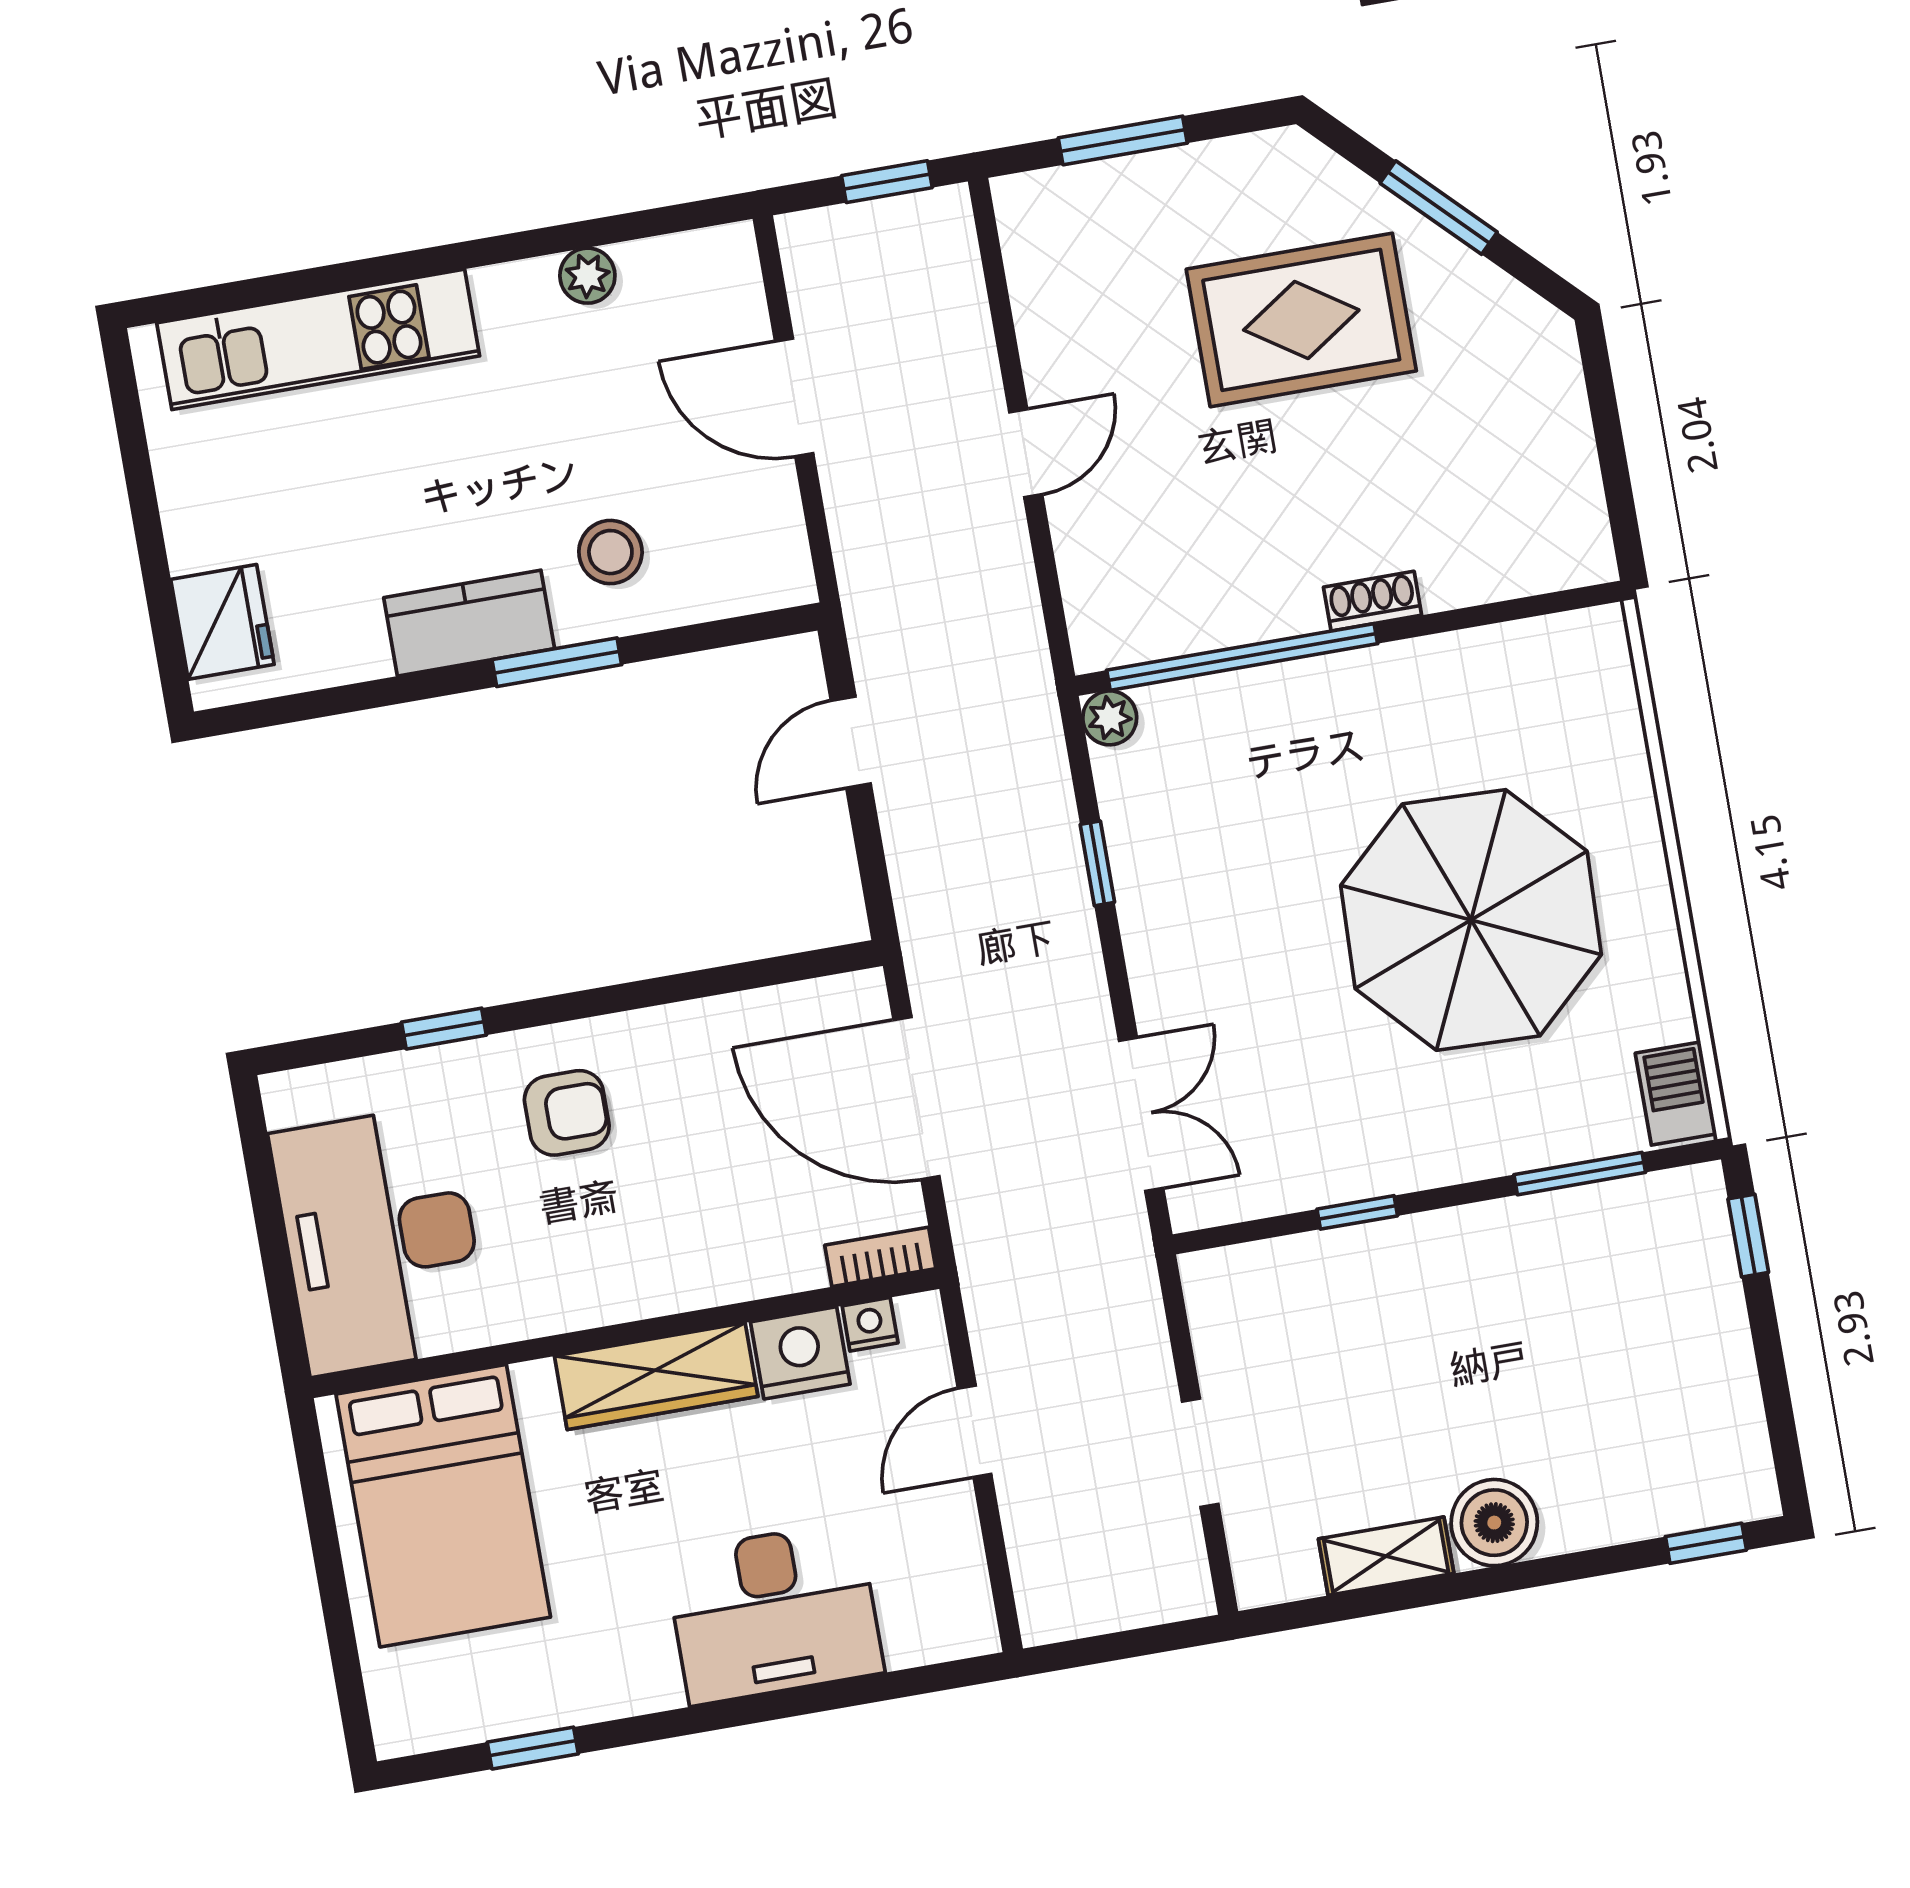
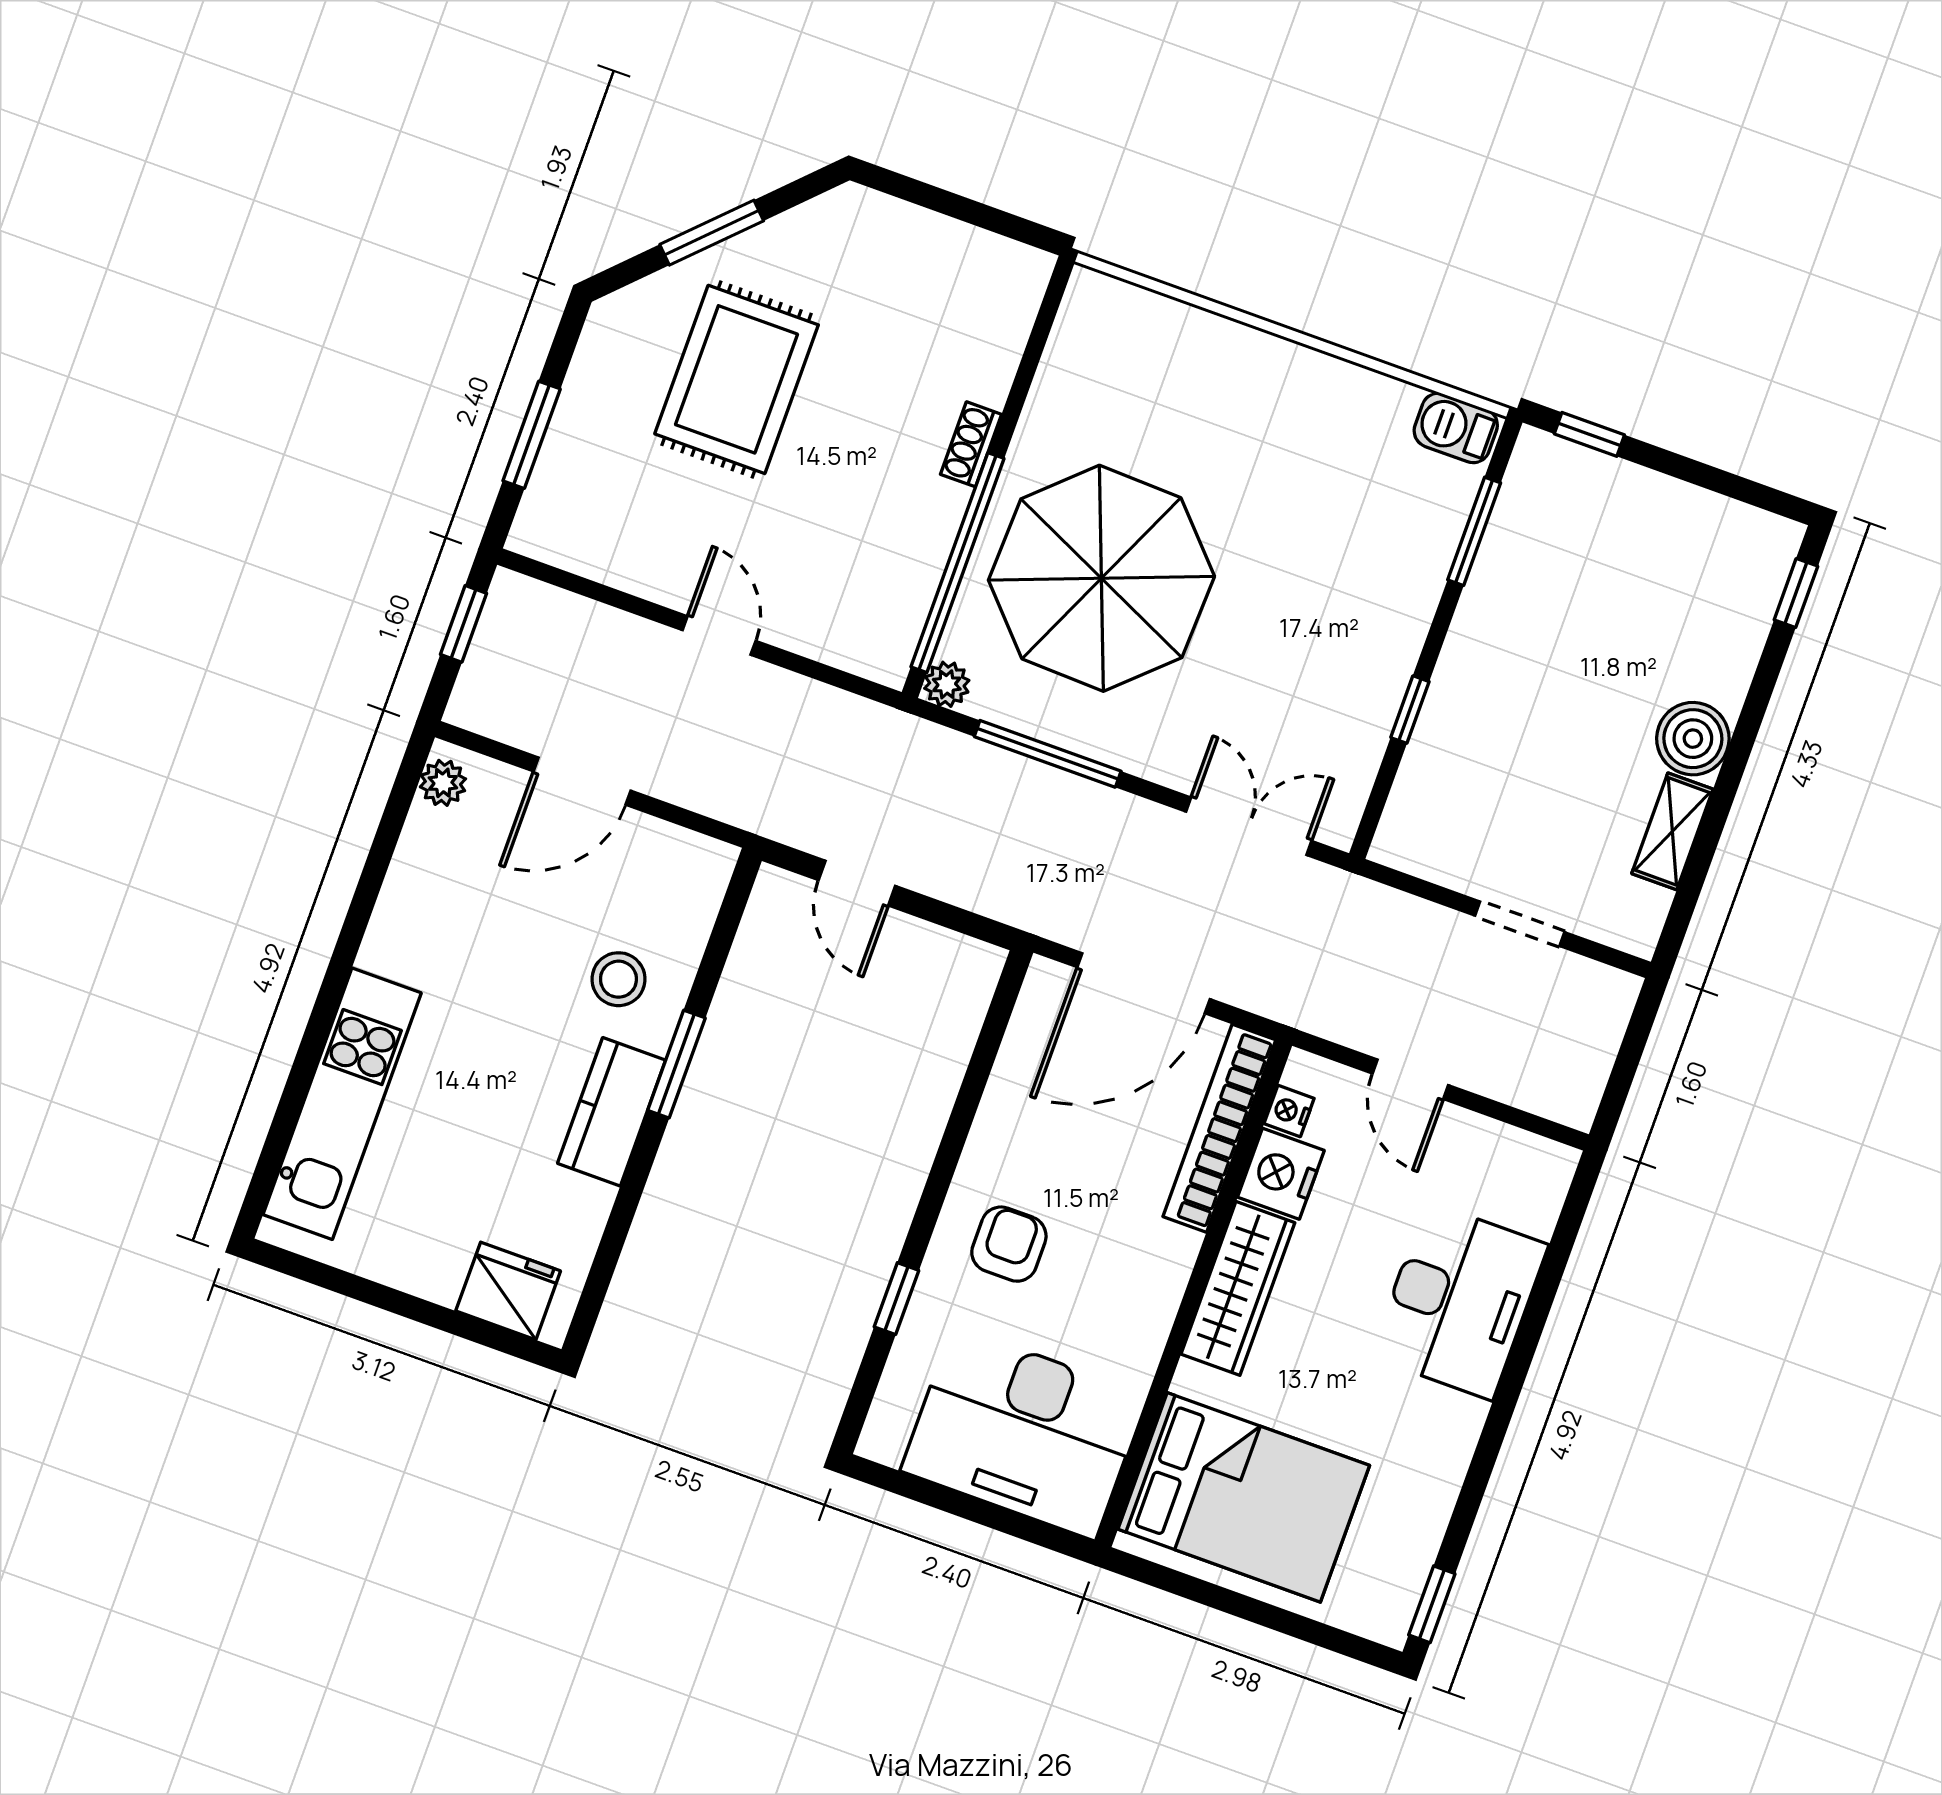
plant: (587, 276) -> (443, 783), moved
window: (1097, 863) -> (1048, 754), width x2.17
parasol: (1471, 920) -> (1101, 578), moved
bookcase: (880, 1257) -> (1219, 1128), width x2.31, depth x1.31
window: (533, 1748) -> (1432, 1604), moved

